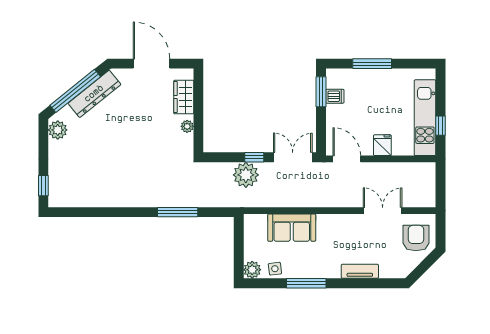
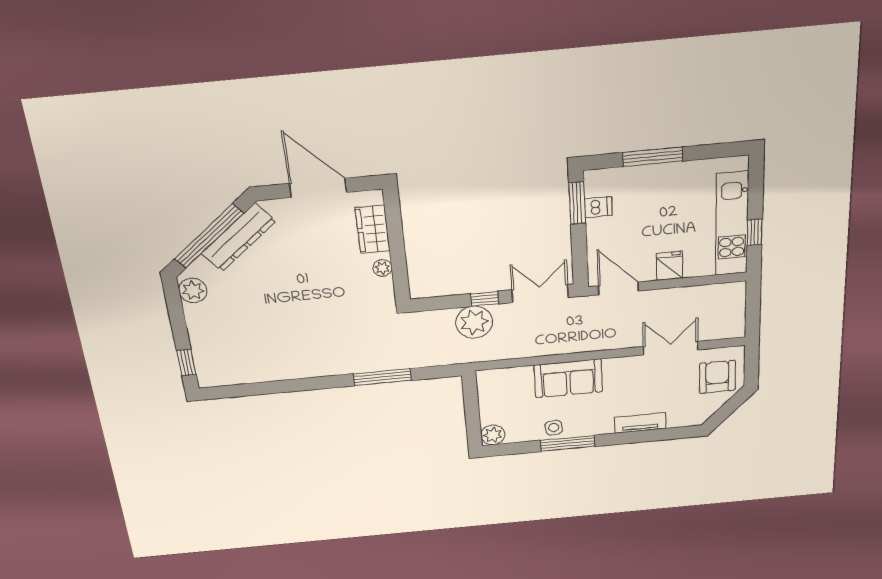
sofa: (292, 228) -> (568, 378), moved
side table: (275, 269) -> (554, 428), moved

